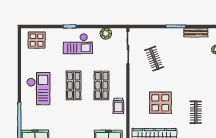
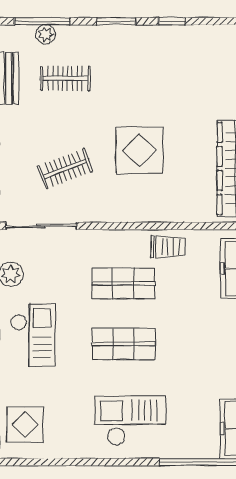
display table: (160, 103) -> (139, 150), moved
clothes rail: (196, 112) -> (65, 78), moved

